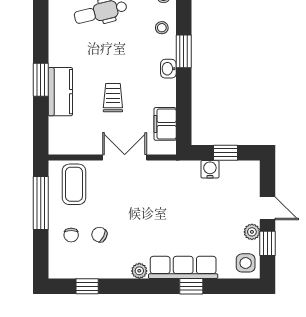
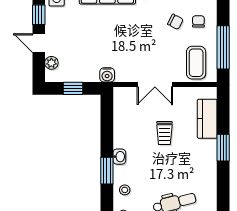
kitchen counter: (60, 92) -> (207, 119), moved
filing cabinet: (165, 124) -> (122, 112), removed
water cooler: (210, 169) -> (107, 75), moved
plant: (252, 232) -> (51, 63), moved

